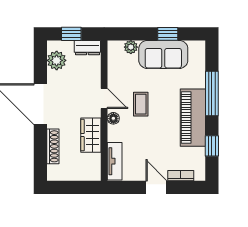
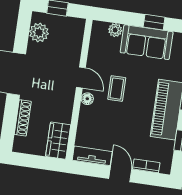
dresser: (87, 48) -> (72, 24), removed
wardrobe: (91, 135) -> (58, 141), moved
tv unit: (115, 161) -> (92, 156), moved, turned -90

